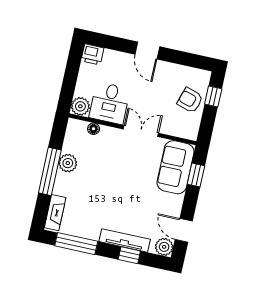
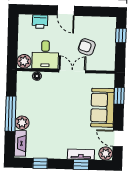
printer: (92, 54) -> (40, 22), moved
armchair: (190, 100) -> (87, 47), moved
plant: (68, 163) -> (22, 123), moved
sofa: (176, 167) -> (102, 108), moved
tv unit: (125, 240) -> (81, 154), width x0.71
window: (76, 244) -> (40, 163), width x0.46

